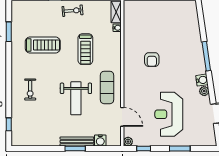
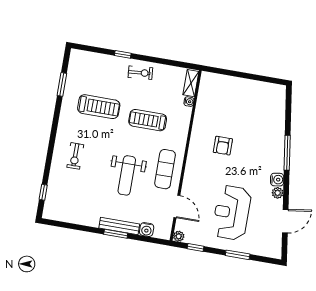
treadmill: (85, 49) -> (148, 120), turned 90

